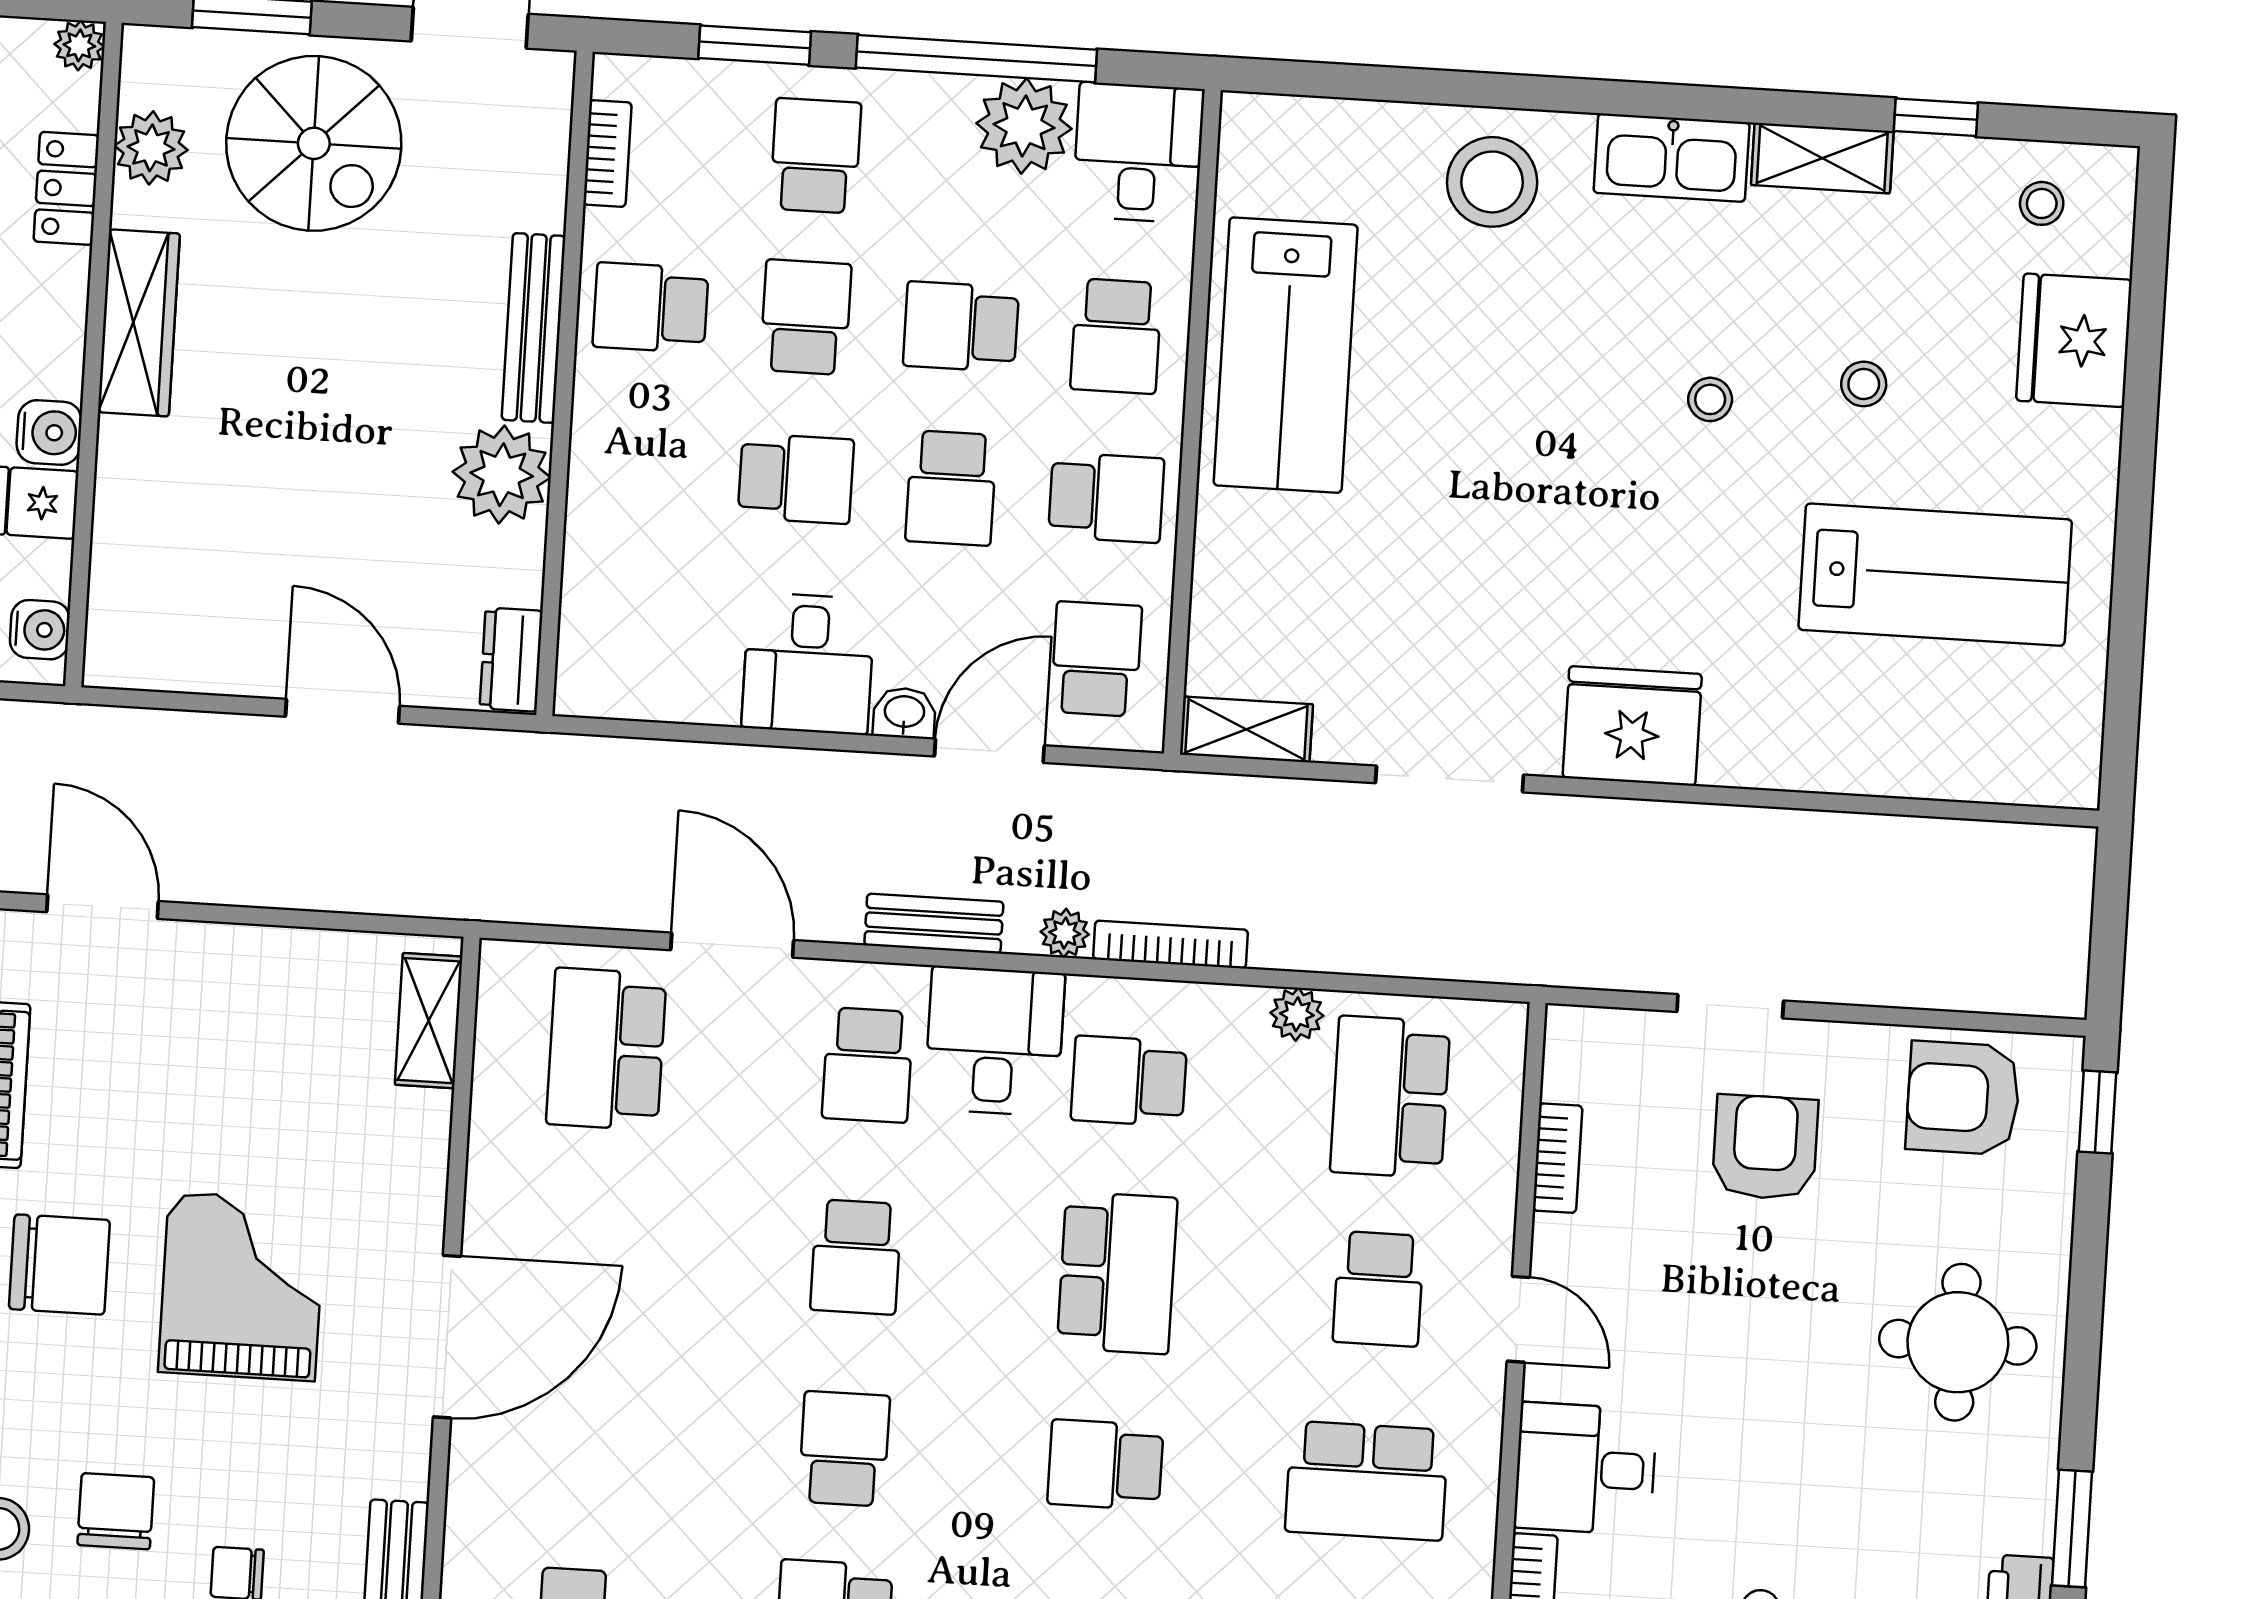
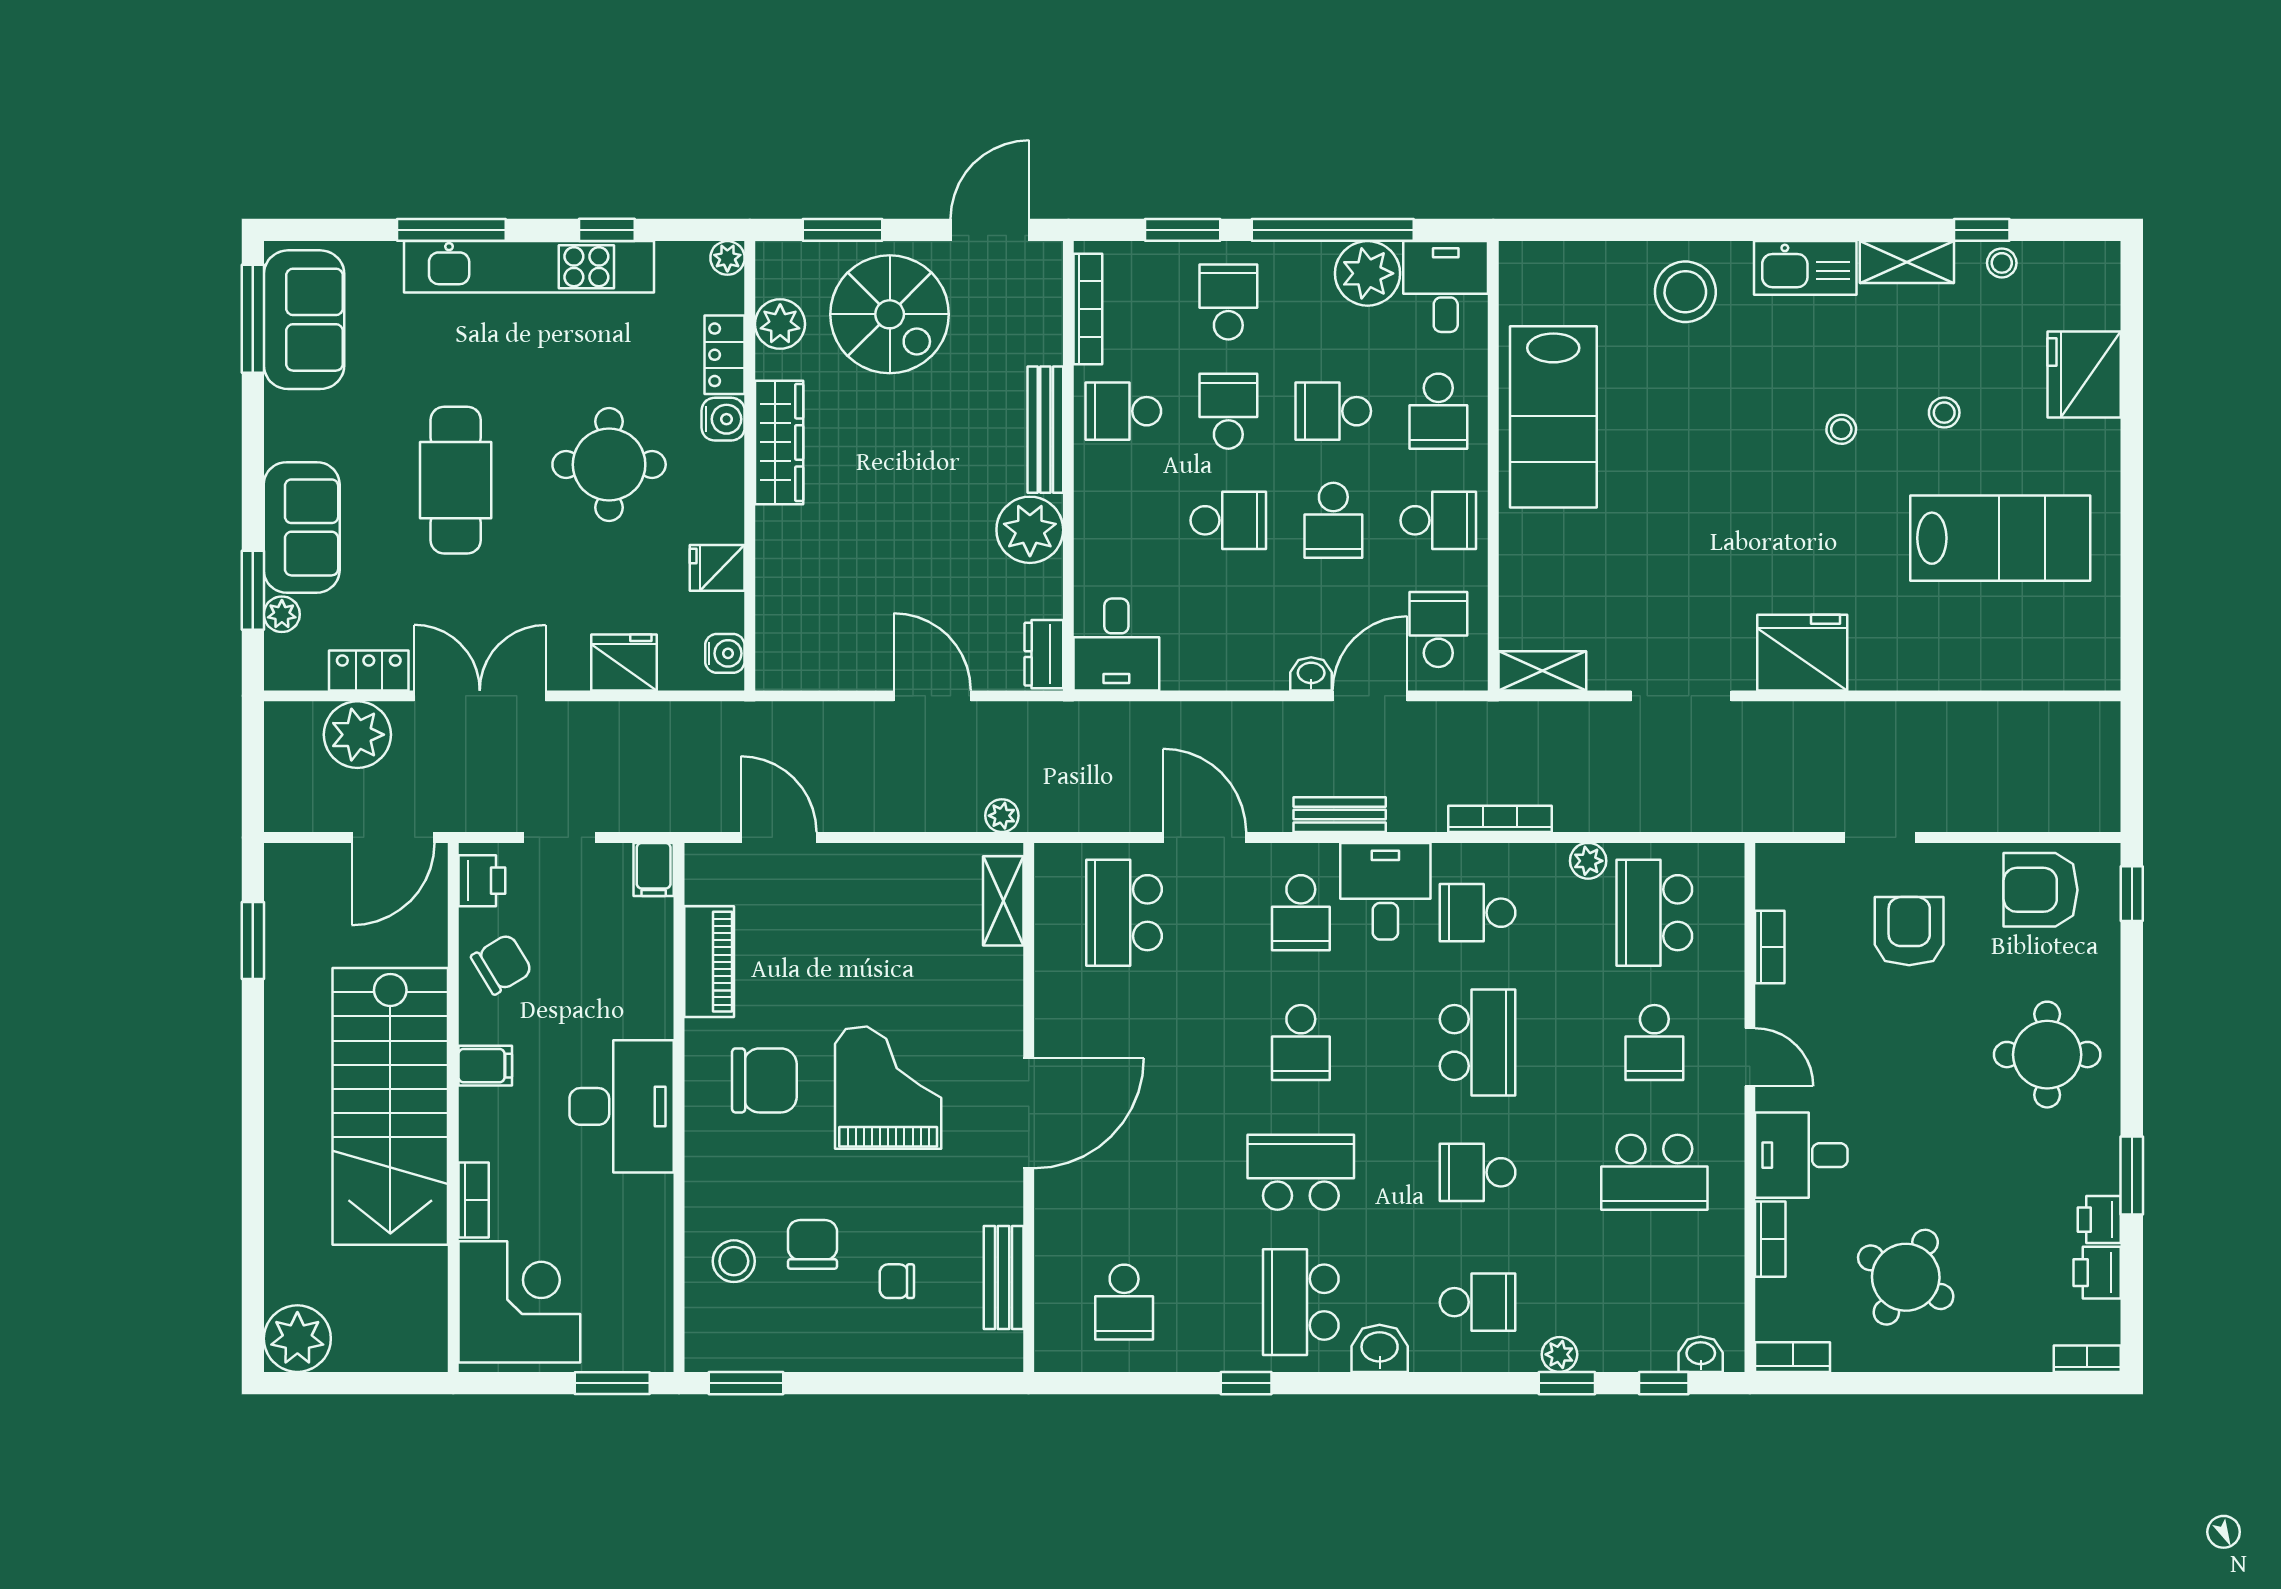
bookcase: (607, 154) -> (1088, 309), width x1.56
stool: (2042, 203) -> (2002, 263), moved
water cooler: (49, 432) -> (723, 419), moved
desk: (808, 664) -> (1116, 645), moved
plant: (1065, 933) -> (1002, 816), moved
school desk: (844, 1449) -> (1301, 1172), width x1.85

